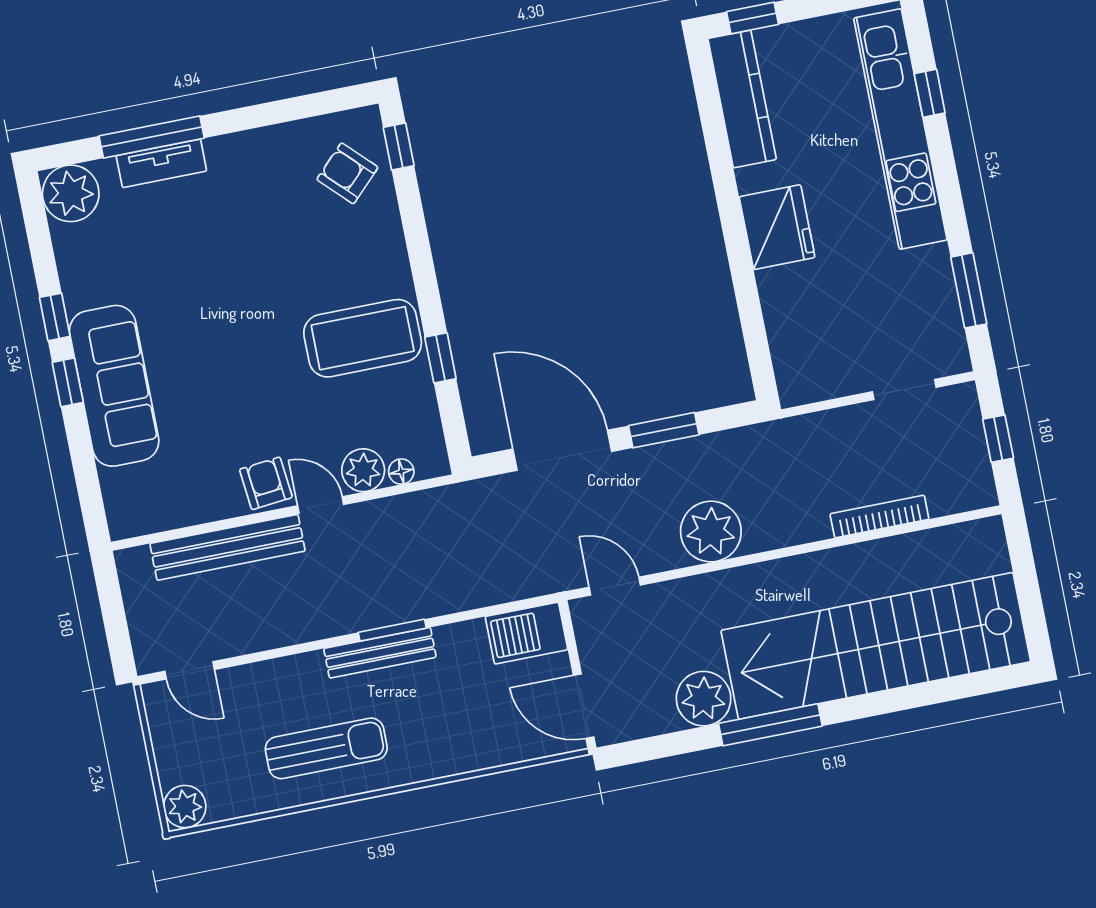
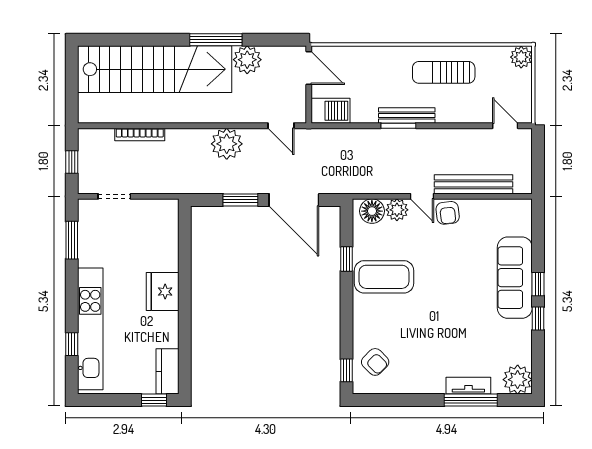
kitchen counter: (742, 99) -> (167, 371), width x0.67
floor lamp: (401, 472) -> (372, 211), width x1.89, depth x1.89

